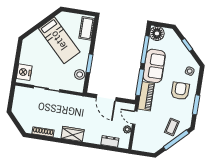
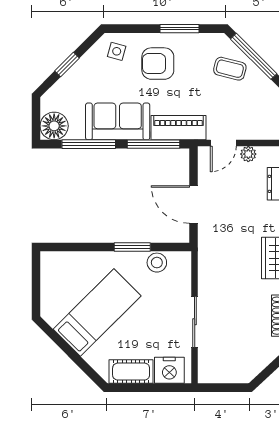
cot: (87, 28) -> (131, 372), moved
door: (106, 98) -> (193, 204), swing flipped

